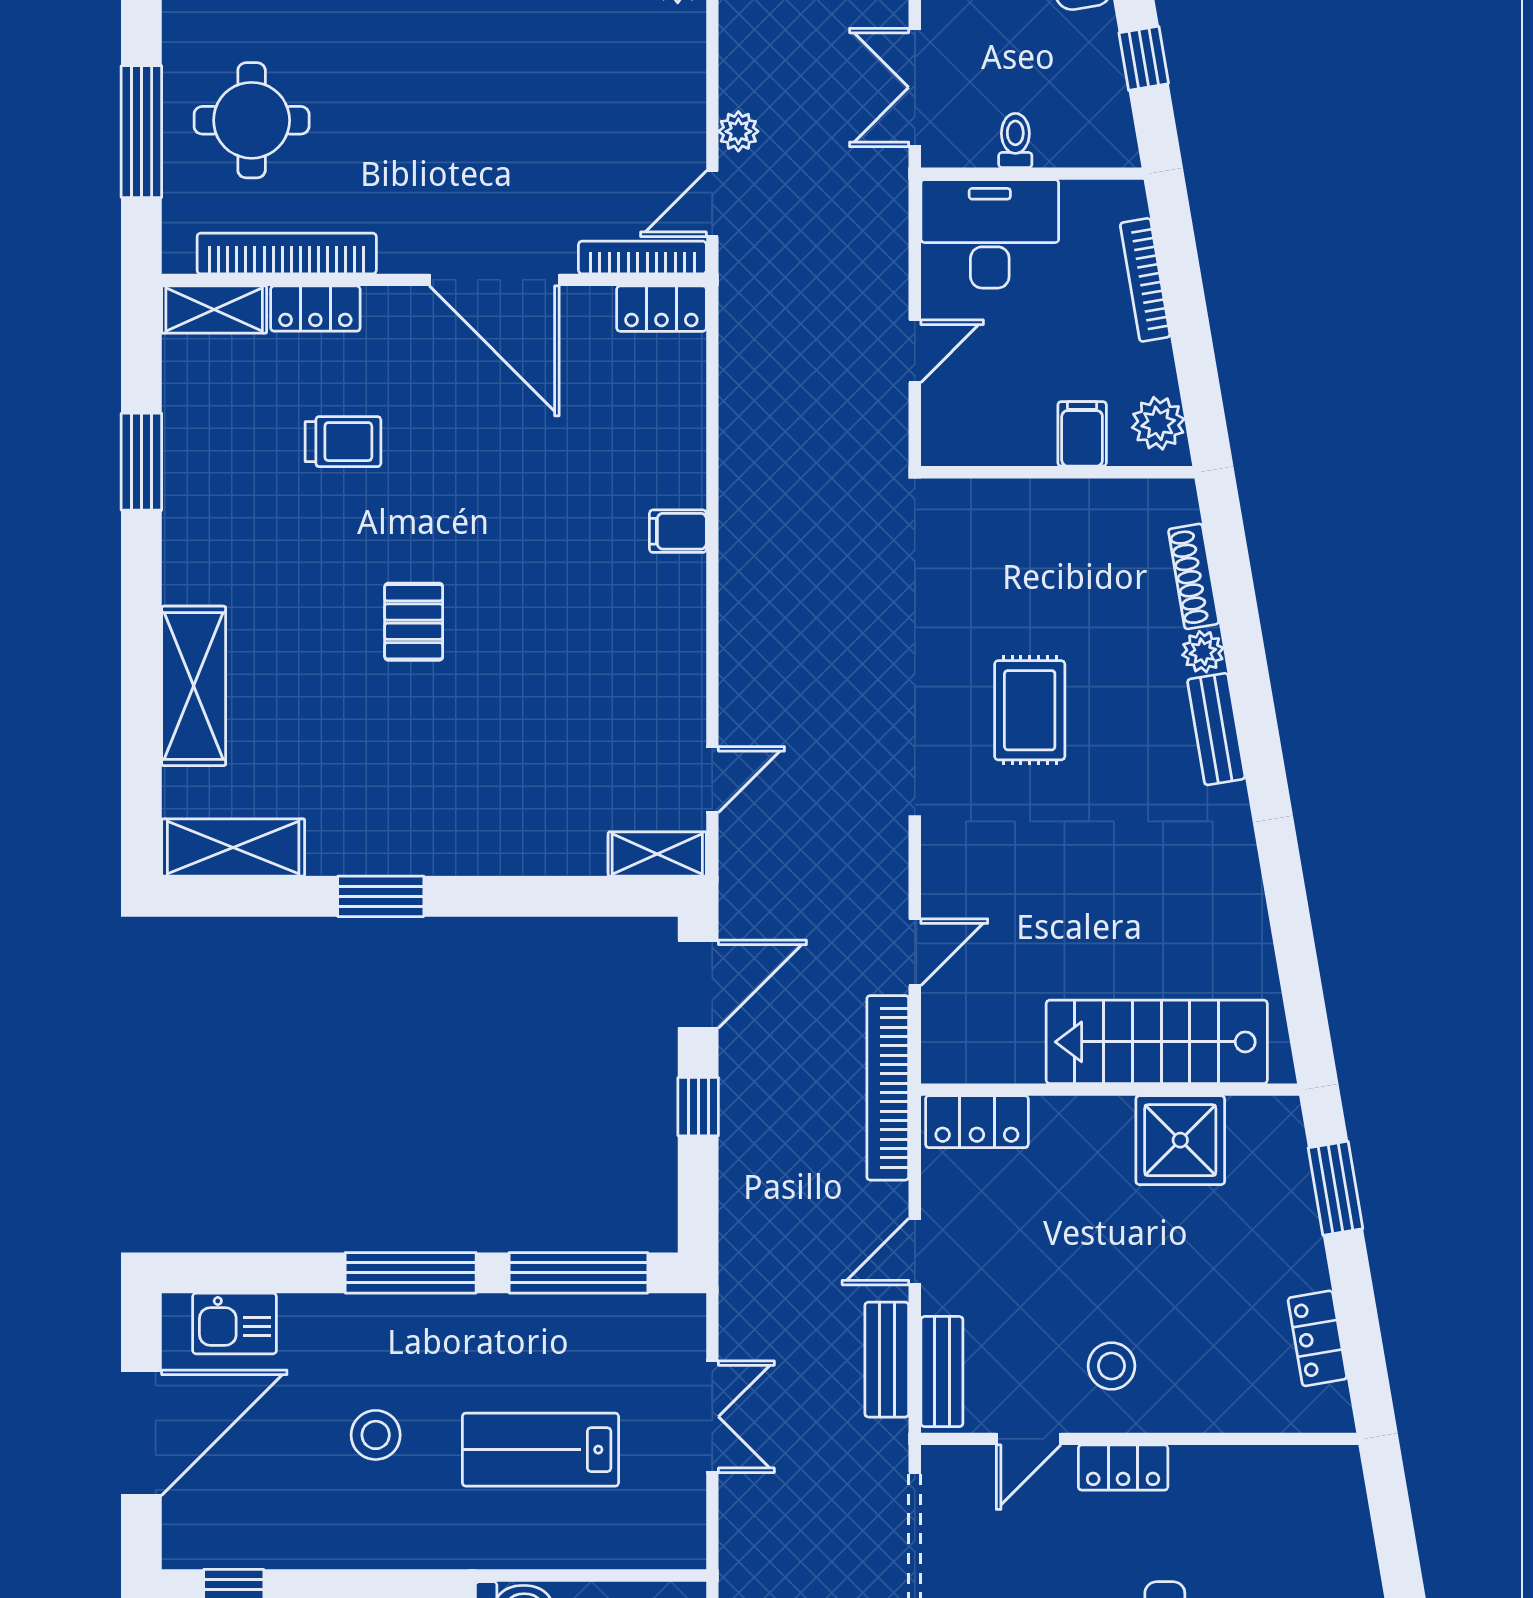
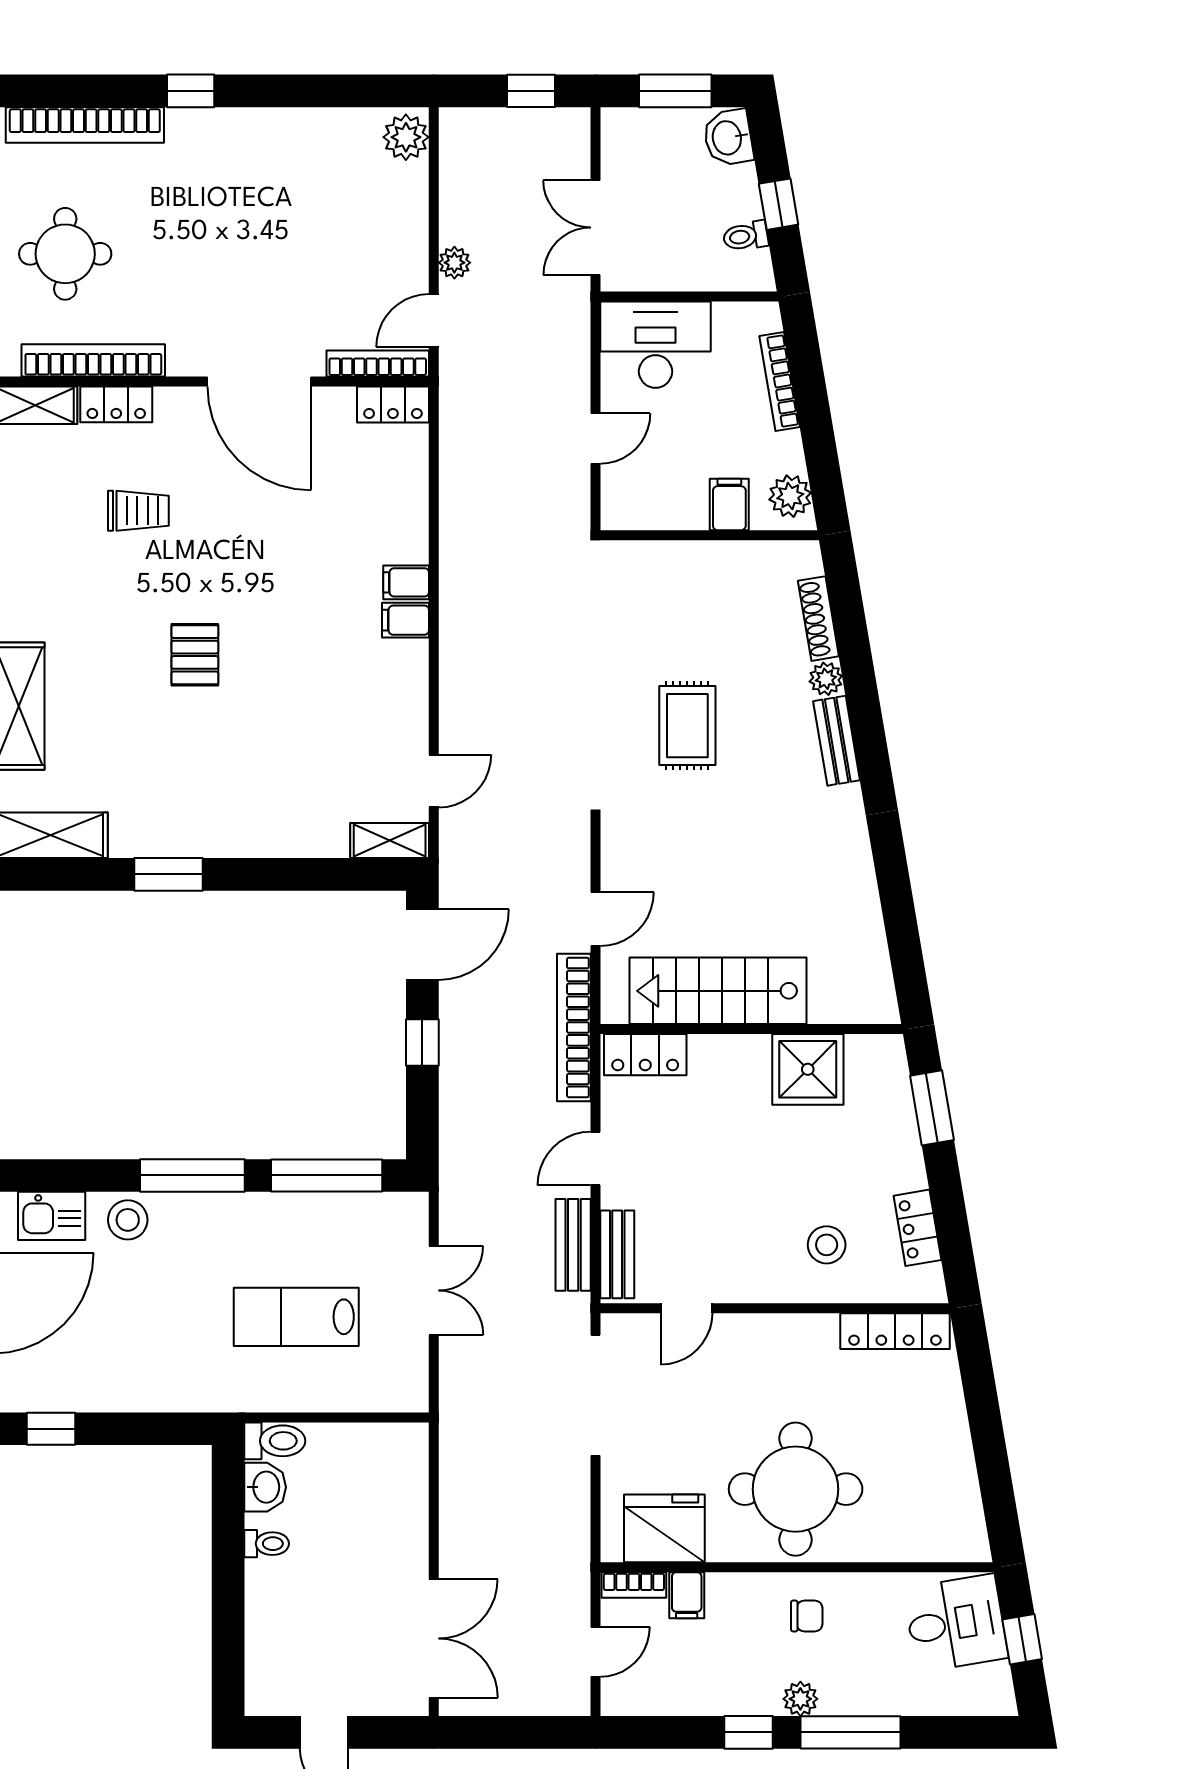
toilet: (1015, 140) -> (746, 236), moved, turned -100
filing cabinet: (677, 578) -> (405, 620), added
stairs: (1157, 1042) -> (718, 991), moved
stool: (1111, 1366) -> (827, 1245), moved
stool: (376, 1435) -> (128, 1220), moved
locker: (1123, 1468) -> (895, 1331), moved, width x1.53

